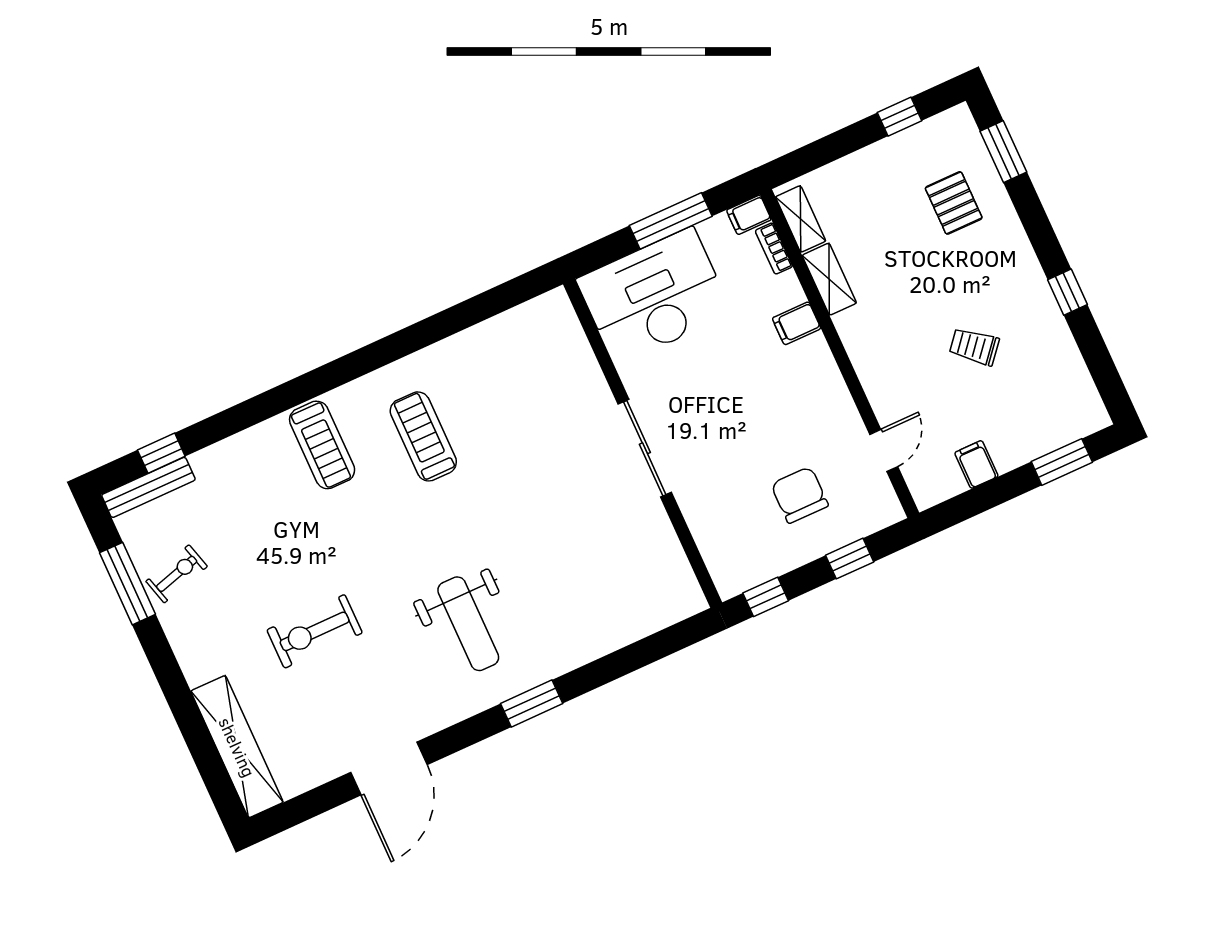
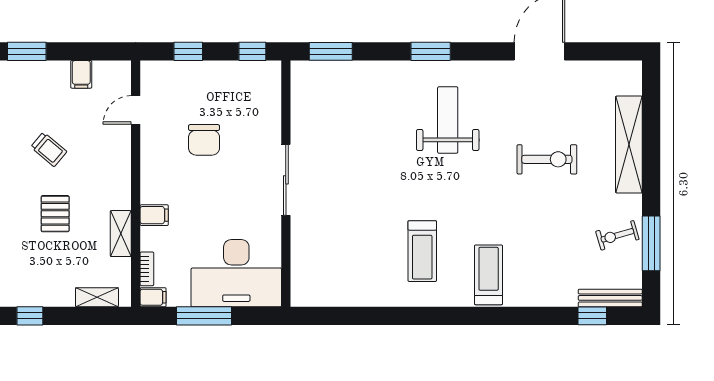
pallet: (954, 203) -> (55, 214), moved
shelving: (801, 219) -> (97, 297), moved, turned 90
chair: (800, 495) -> (204, 140), moved
window: (663, 644) -> (331, 51), added
shelving: (237, 747) -> (629, 145), moved

